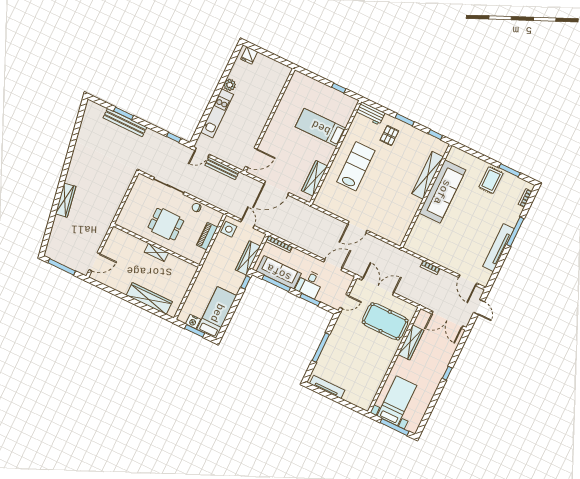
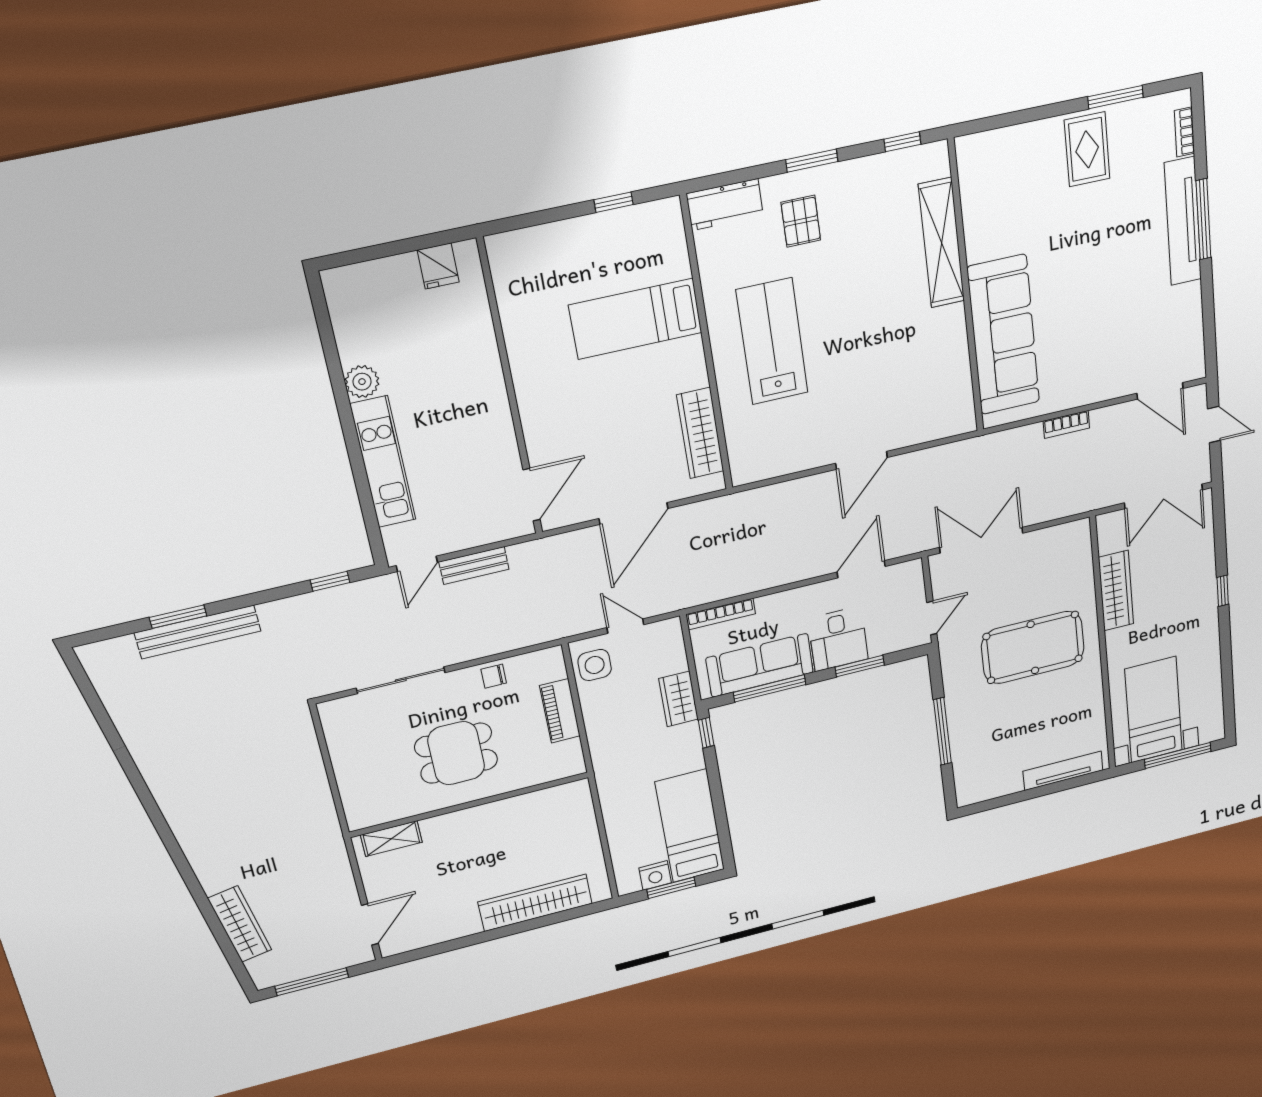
fridge: (249, 55) -> (438, 266), moved
bench: (222, 168) -> (474, 566), width x0.73
sofa: (442, 192) -> (1004, 335), moved
wardrobe: (66, 200) -> (240, 924), moved
tv unit: (498, 248) -> (1183, 221), moved
shelving: (156, 252) -> (391, 839), moved
wardrobe: (248, 258) -> (679, 699), width x0.67
pool table: (385, 321) -> (1033, 647), moved
tv unit: (327, 387) -> (1063, 771), moved

